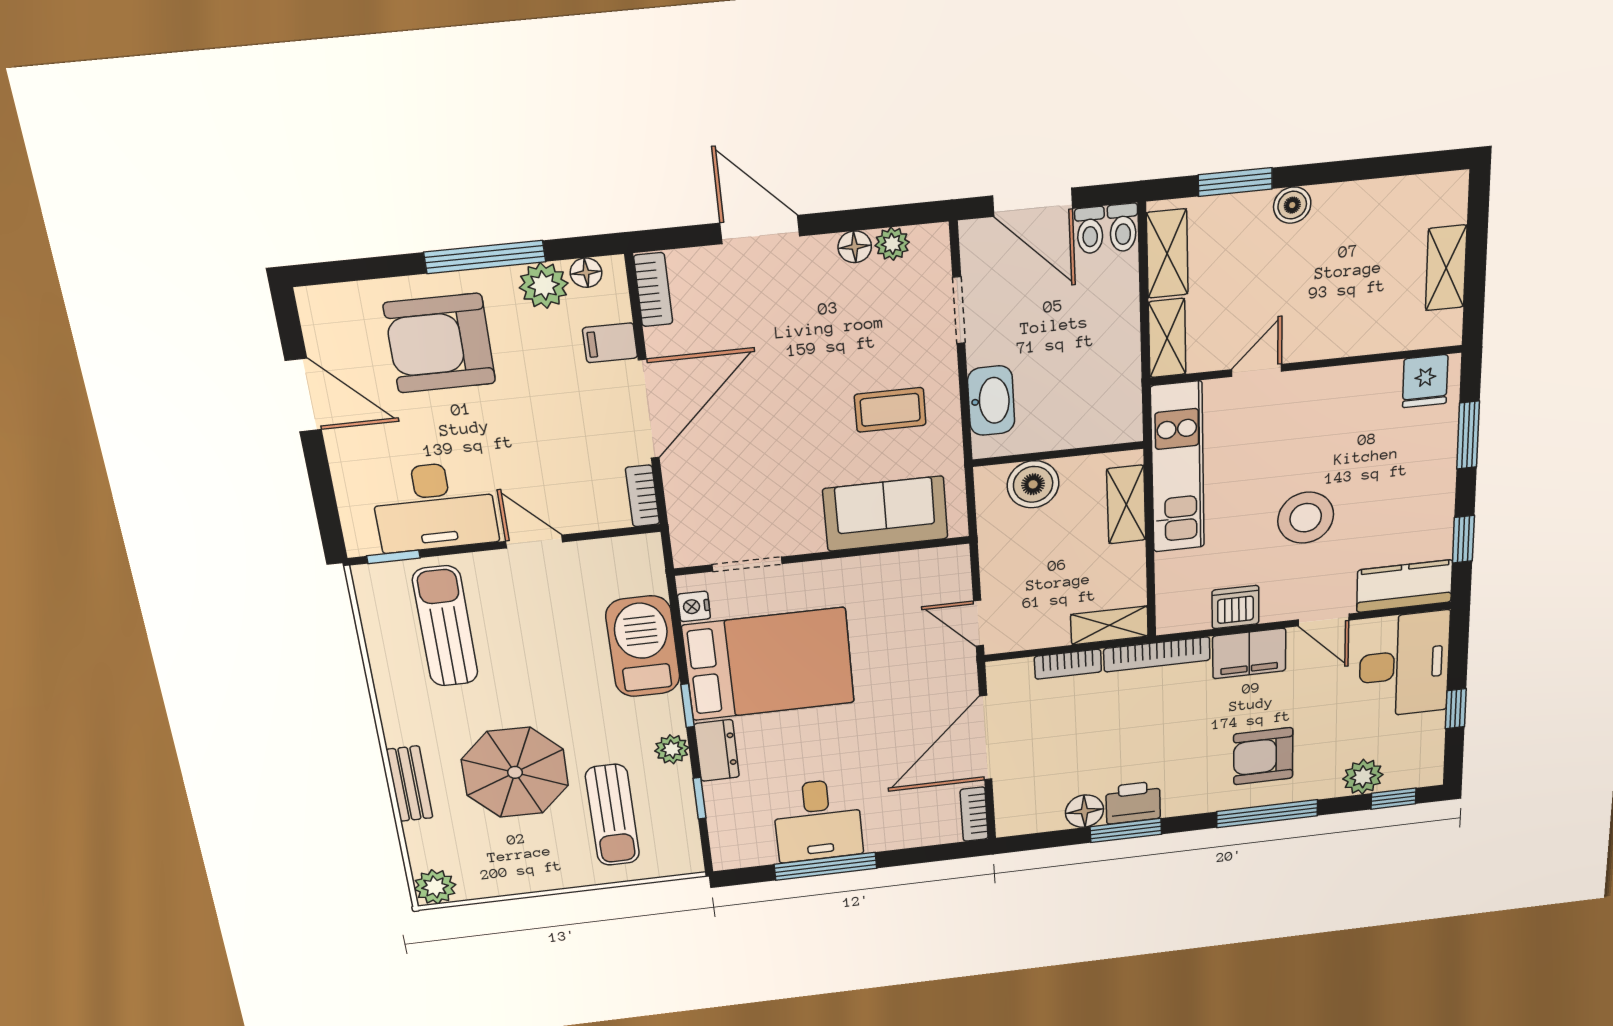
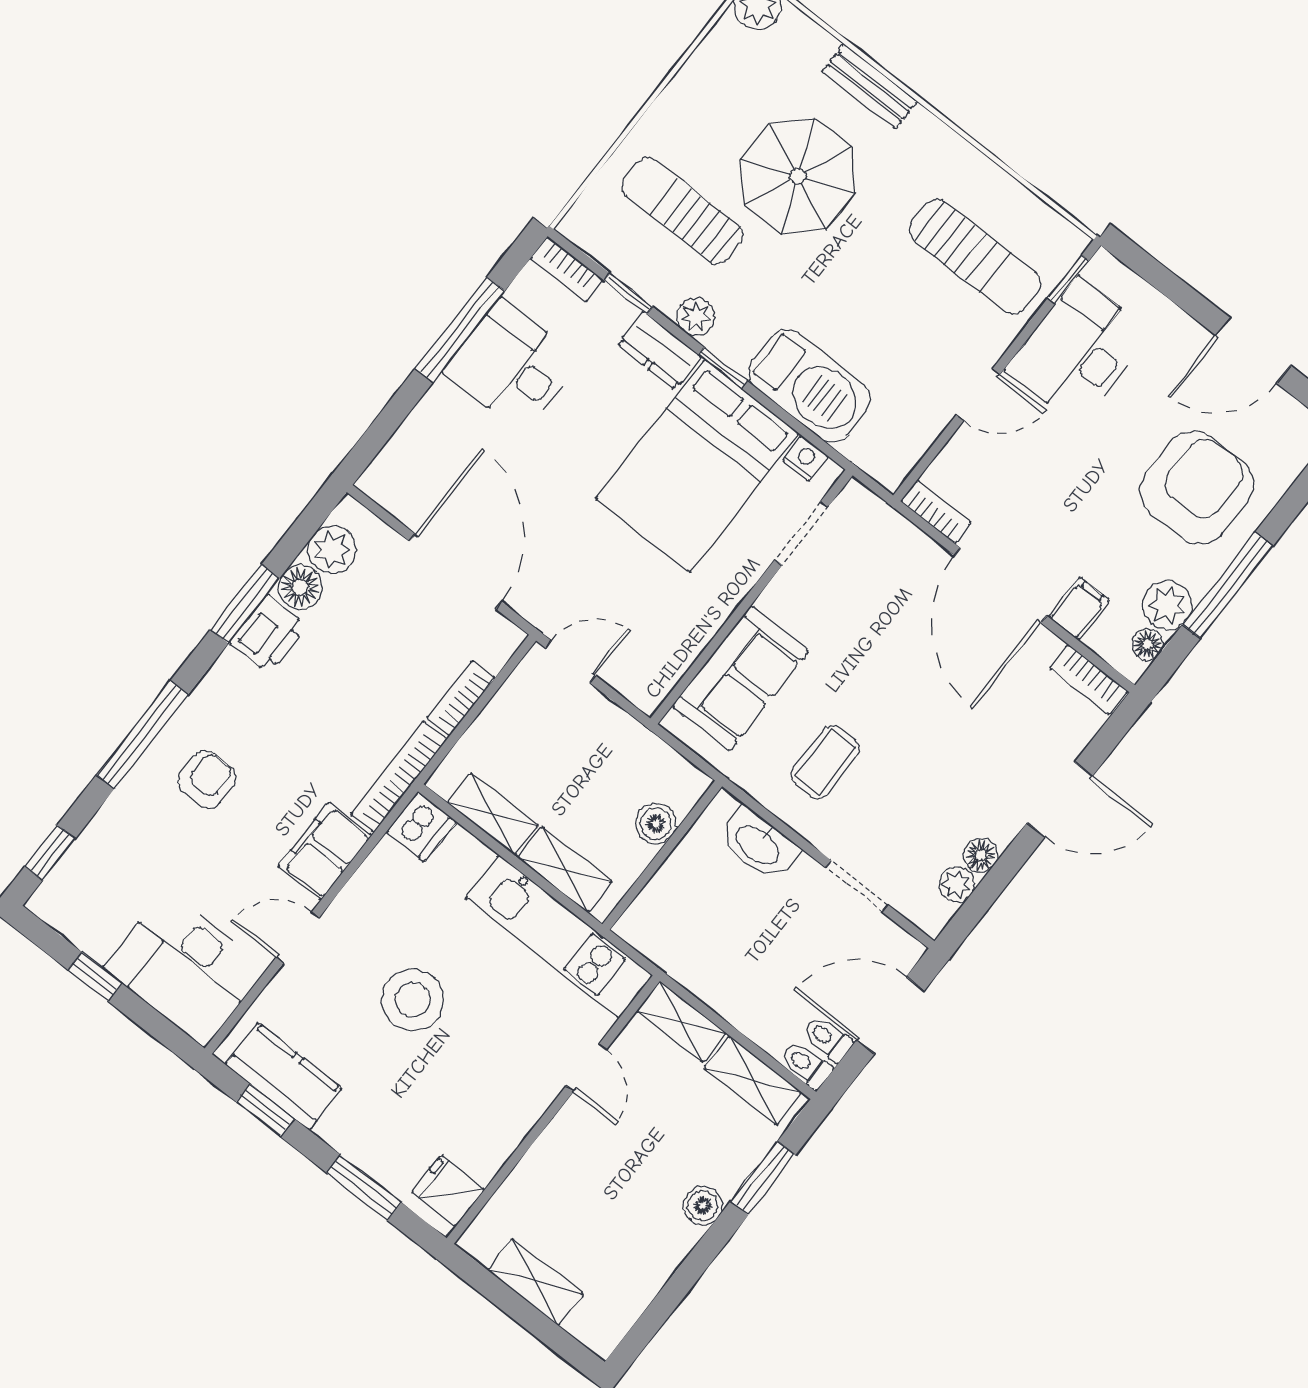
boiler: (1033, 484) -> (656, 824), width x0.73, depth x0.73
kitchen counter: (1405, 586) -> (284, 1076), moved, turned -90
dishwasher: (1235, 607) -> (421, 827), moved
shelving: (1109, 625) -> (493, 814), moved, turned 90
armchair: (1263, 756) -> (207, 780), width x0.72, depth x0.72
plant: (1363, 777) -> (332, 550), moved
bookcase: (974, 814) -> (567, 269), moved, turned 180

